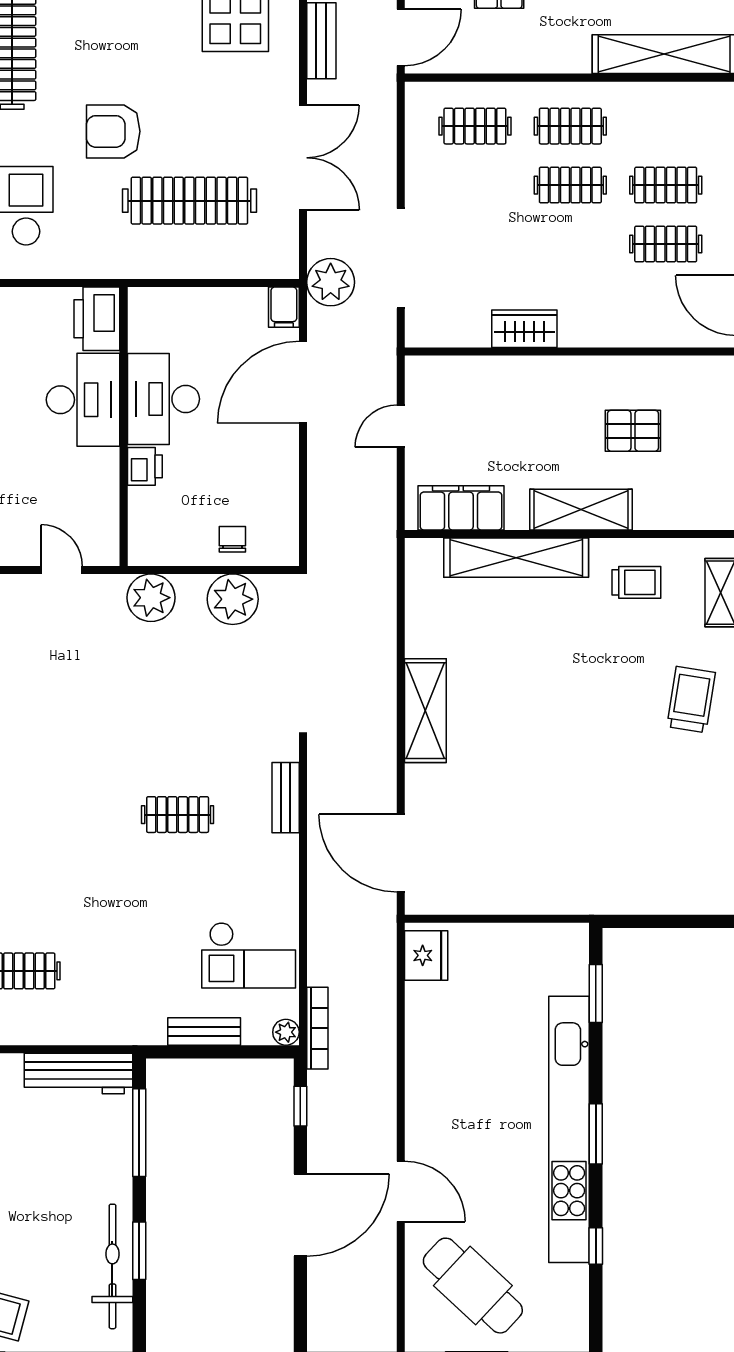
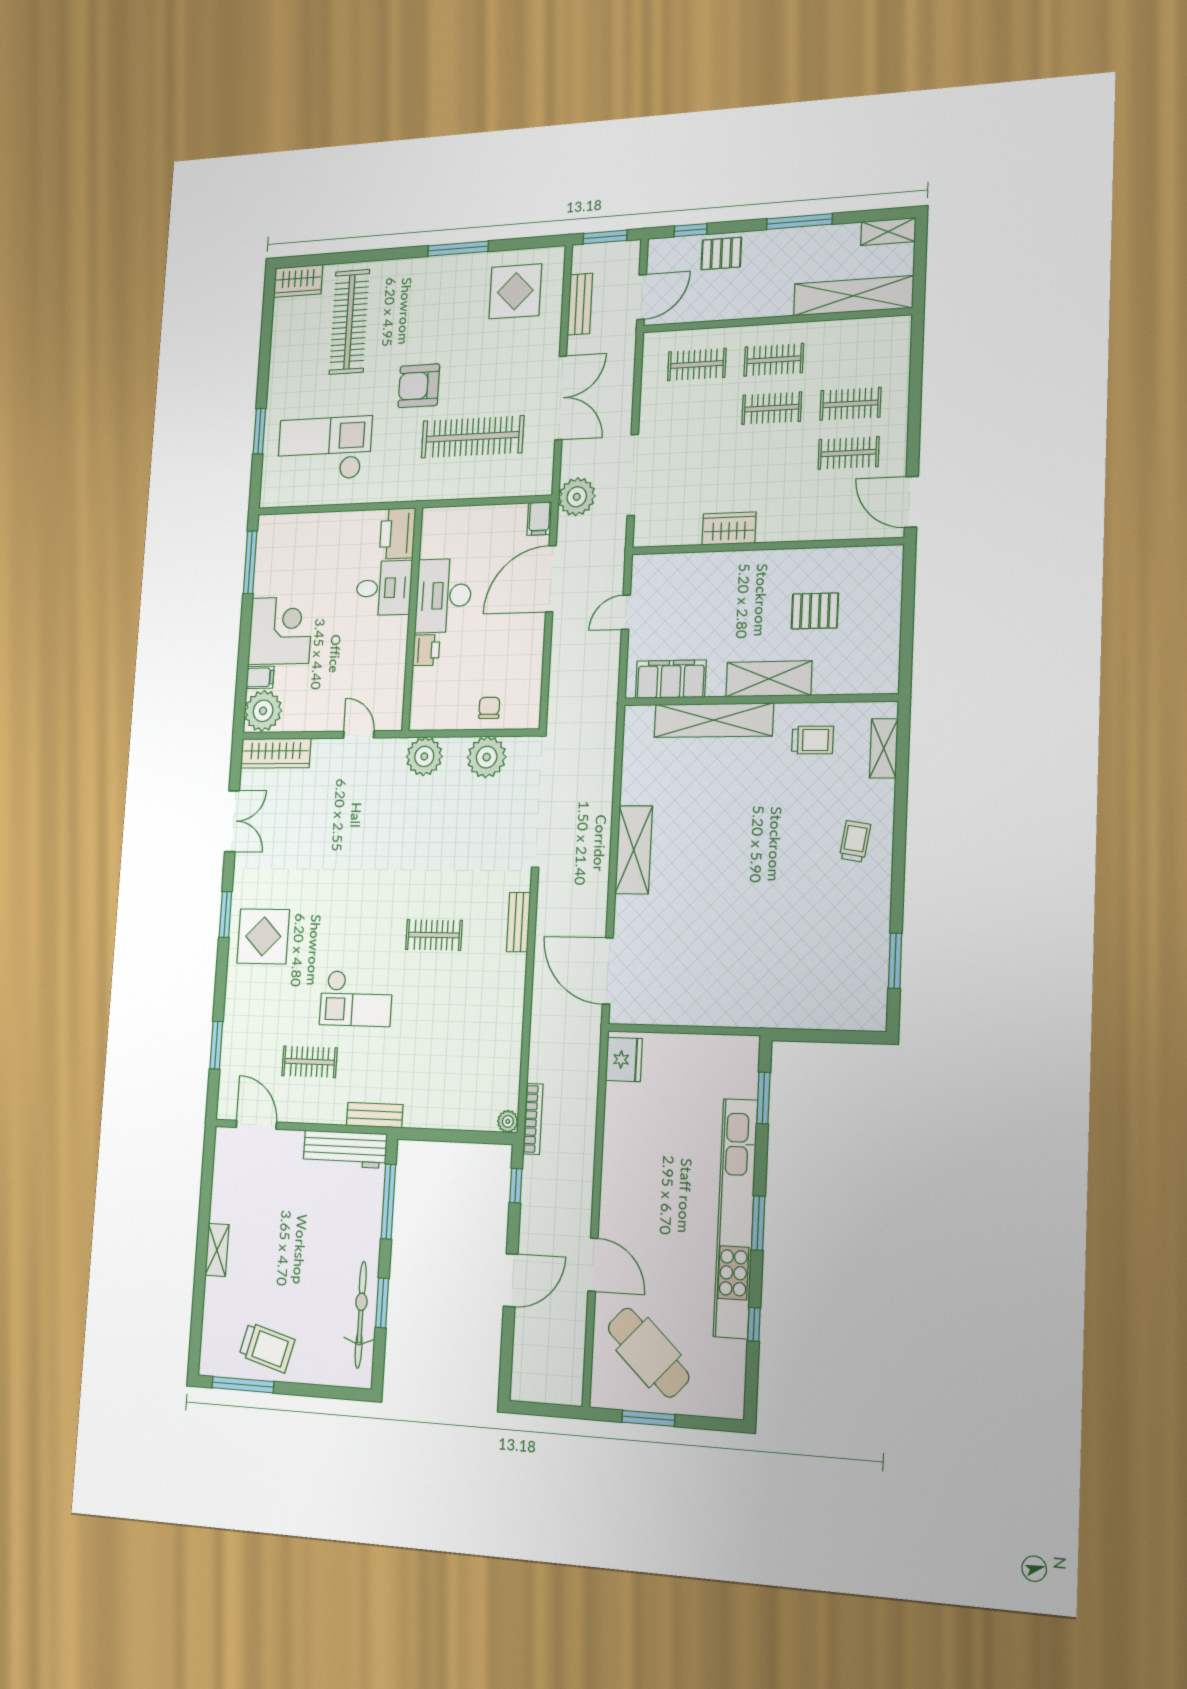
desk: (83, 400) -> (384, 588), width x0.73
trolley: (691, 700) -> (855, 841), width x0.73, depth x0.72
checkout: (249, 955) -> (356, 998), moved
bench: (204, 1031) -> (375, 1115), moved
door: (300, 1215) -> (511, 1280), width x0.73

